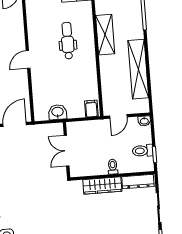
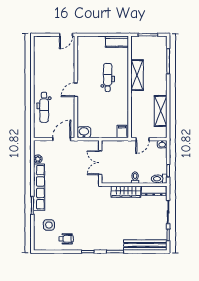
shelving: (138, 69) -> (161, 111), width x0.68
washbasin: (58, 112) -> (84, 132), moved
toilet: (143, 151) -> (159, 179), moved

